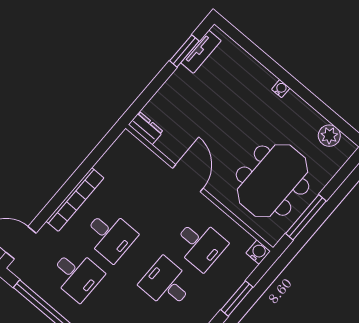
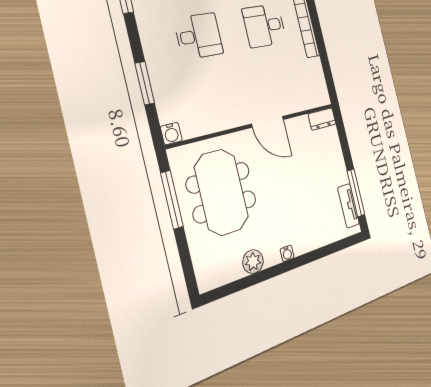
window: (184, 51) -> (356, 193), width x1.44
plant: (329, 136) -> (253, 262), moved
desk: (200, 244) -> (211, 89), removed

